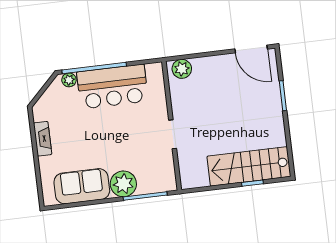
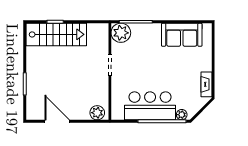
door: (251, 49) -> (57, 121), moved
fireplace: (43, 139) -> (207, 84), moved
plant: (123, 184) -> (121, 33), moved

